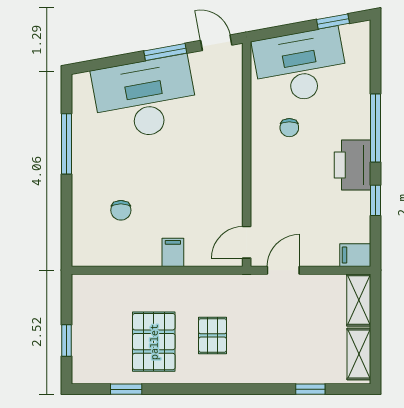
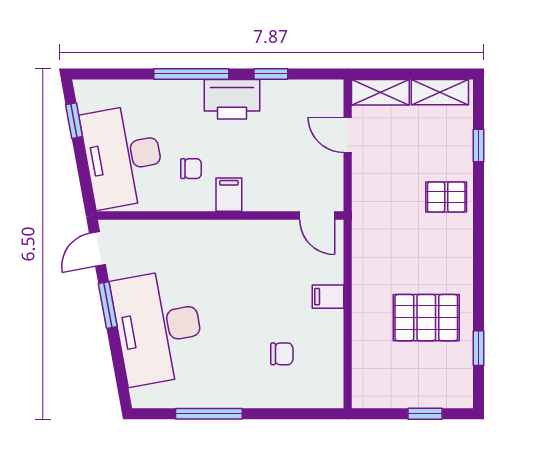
filing cabinet: (355, 255) -> (229, 195), moved, turned 180
door: (283, 270) -> (348, 135), moved
pallet: (213, 335) -> (446, 197), moved

